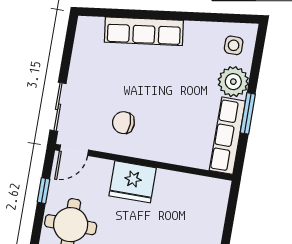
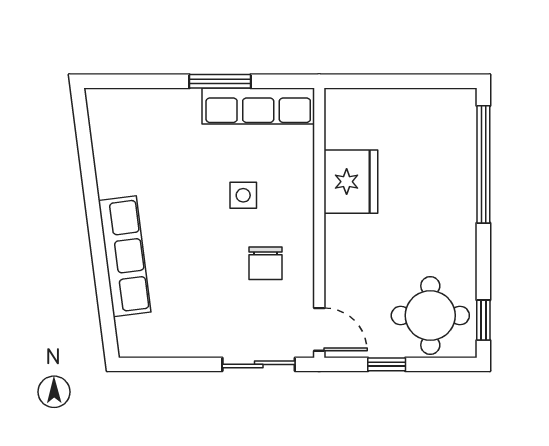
side table: (234, 45) -> (243, 195), moved
plant: (233, 82) -> (176, 111), removed
fridge: (133, 182) -> (351, 182), moved

